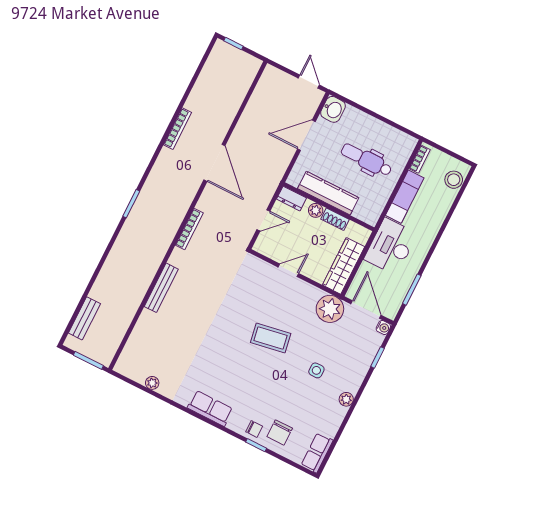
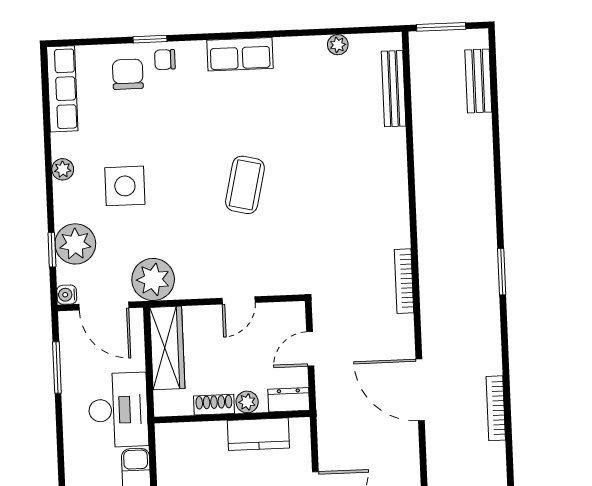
kitchen counter: (328, 193) -> (258, 434), width x0.67
bench: (161, 288) -> (394, 89), moved
coffee table: (271, 338) -> (245, 185), moved, turned -67
plant: (363, 353) -> (75, 244), added
side table: (316, 370) -> (125, 186), width x1.87, depth x1.87
row of seats: (317, 453) -> (62, 89), width x1.48

